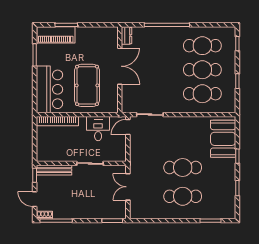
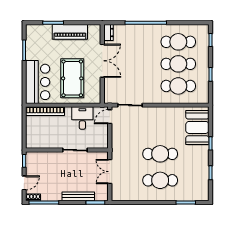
piano: (56, 35) -> (70, 32), moved
bench: (54, 170) -> (78, 196), moved
door: (35, 199) -> (24, 183), swing flipped

